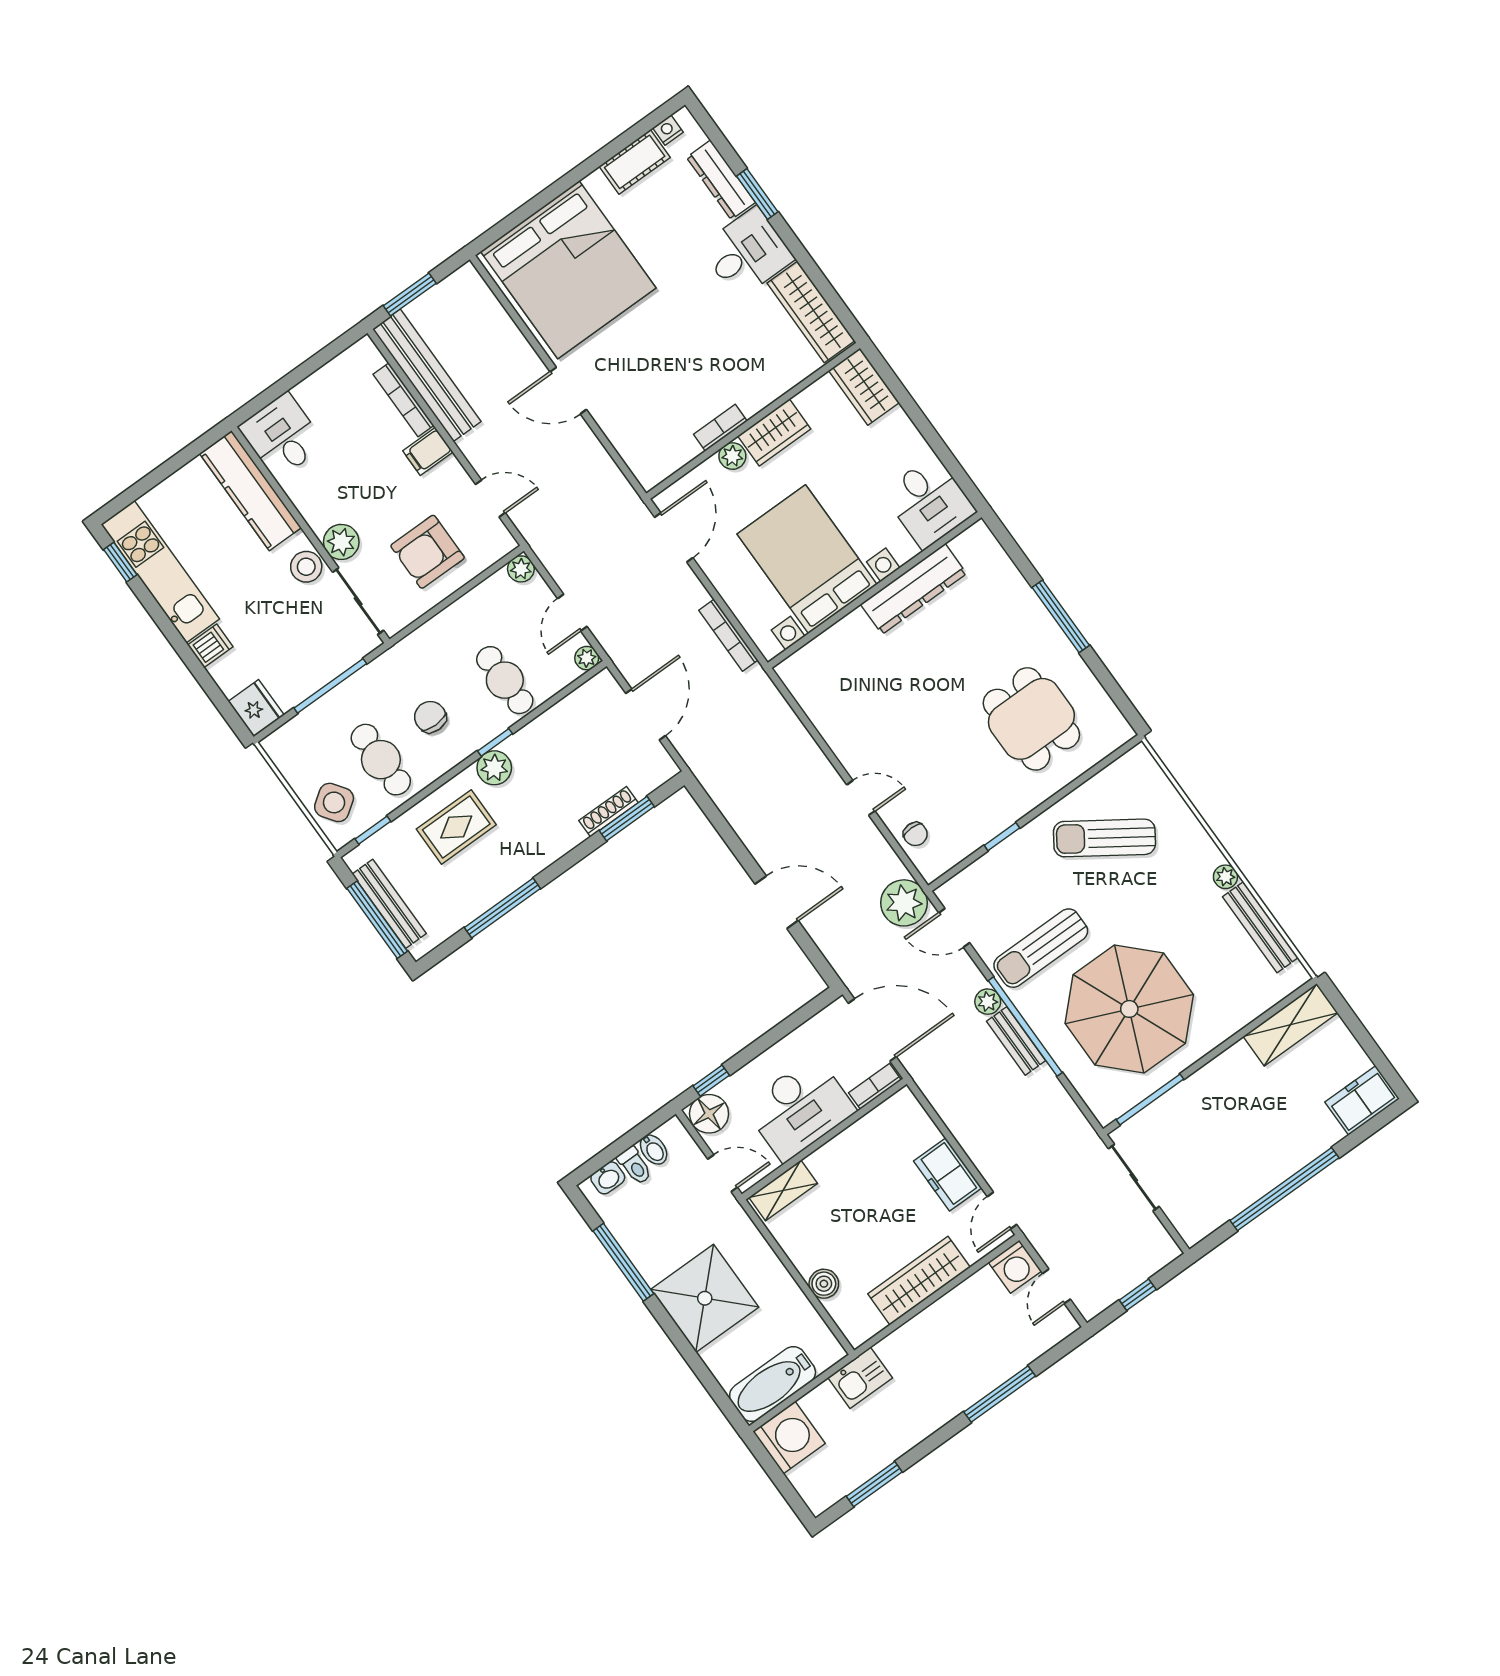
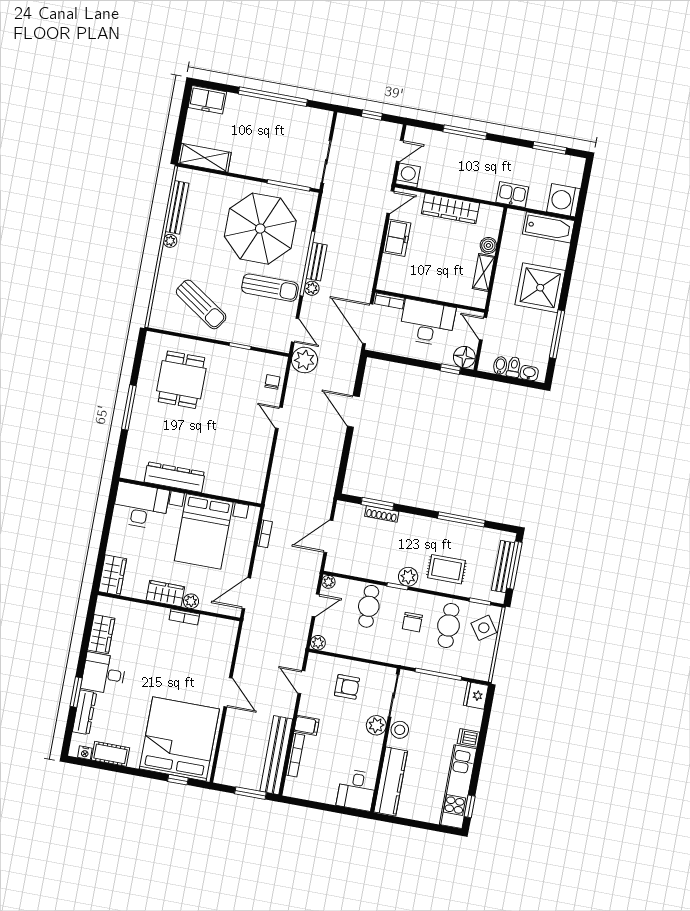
window: (517, 217) -> (178, 780), added
wardrobe: (811, 312) -> (101, 634), width x0.67
desk: (929, 502) -> (141, 506), width x1.37
armchair: (428, 552) -> (347, 687), width x0.72, depth x0.72
bookcase: (728, 635) -> (265, 534), width x0.64
shelving: (783, 1190) -> (483, 272), moved, turned 90

